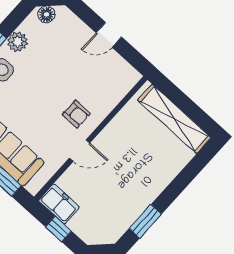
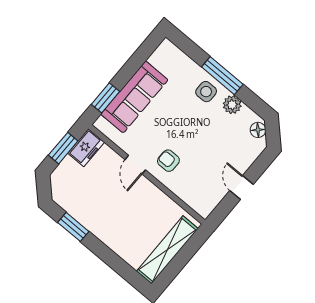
armchair: (76, 114) -> (168, 161), turned 90
window: (58, 229) -> (63, 148), width x1.50

